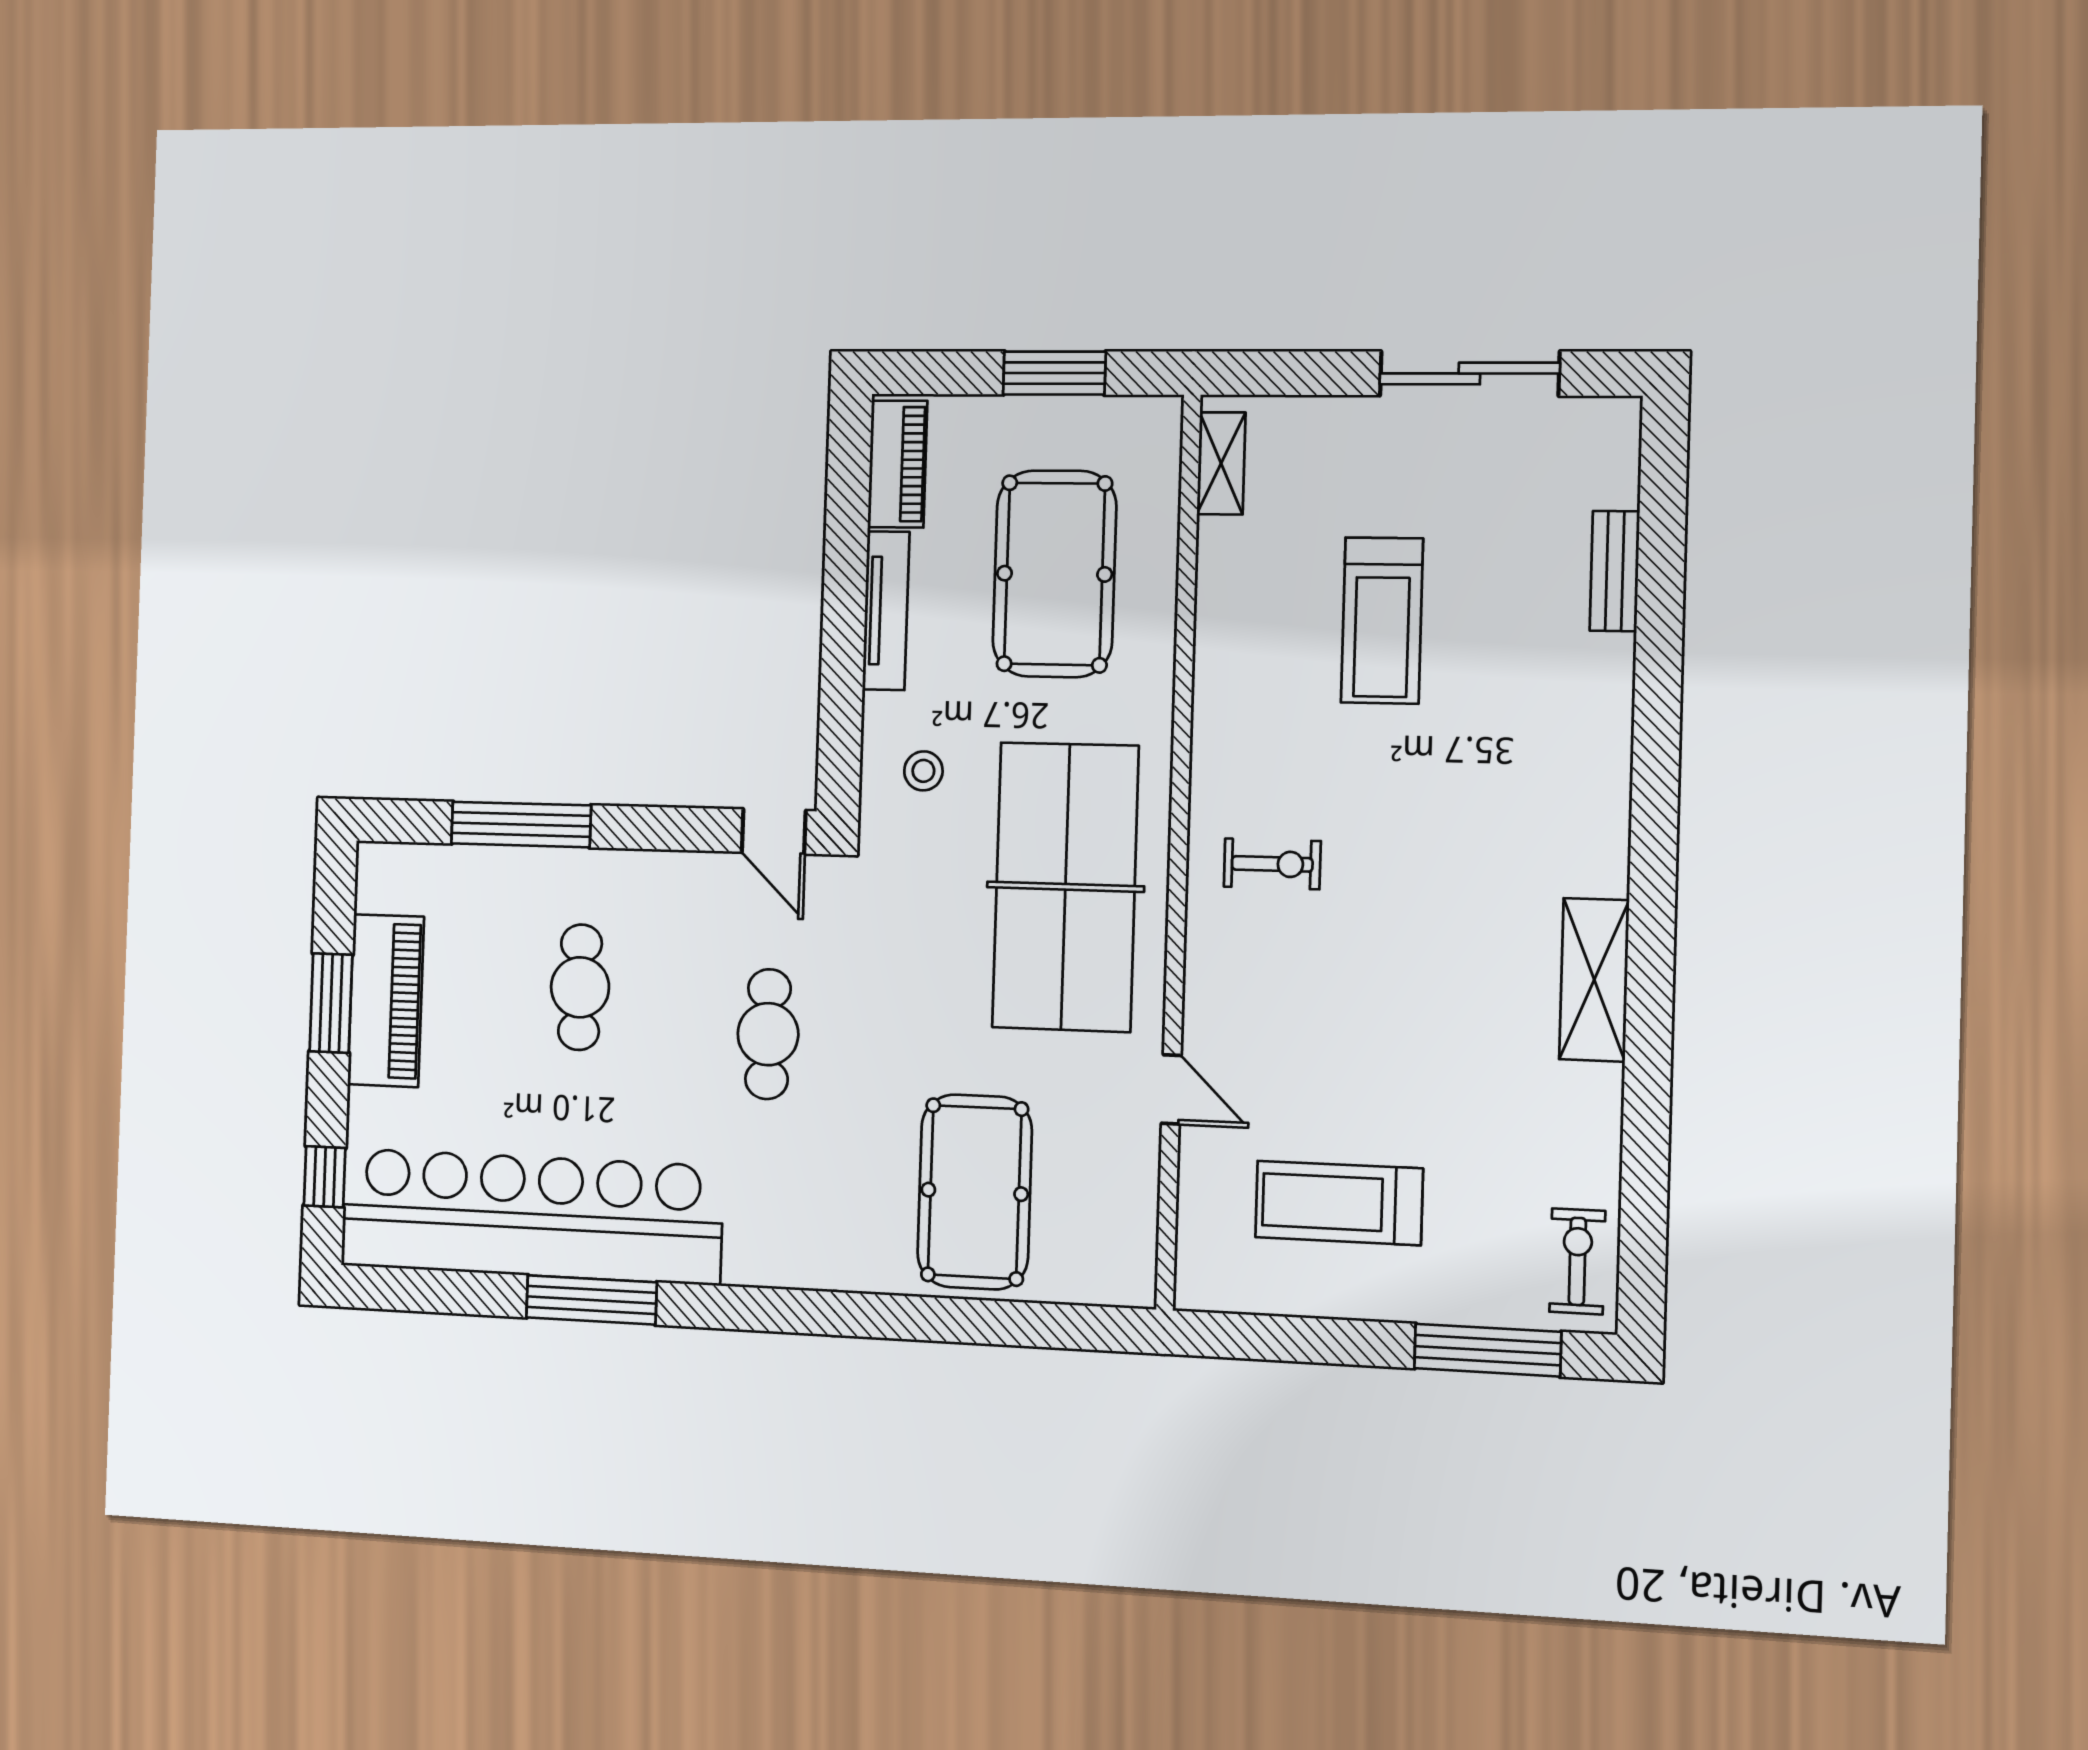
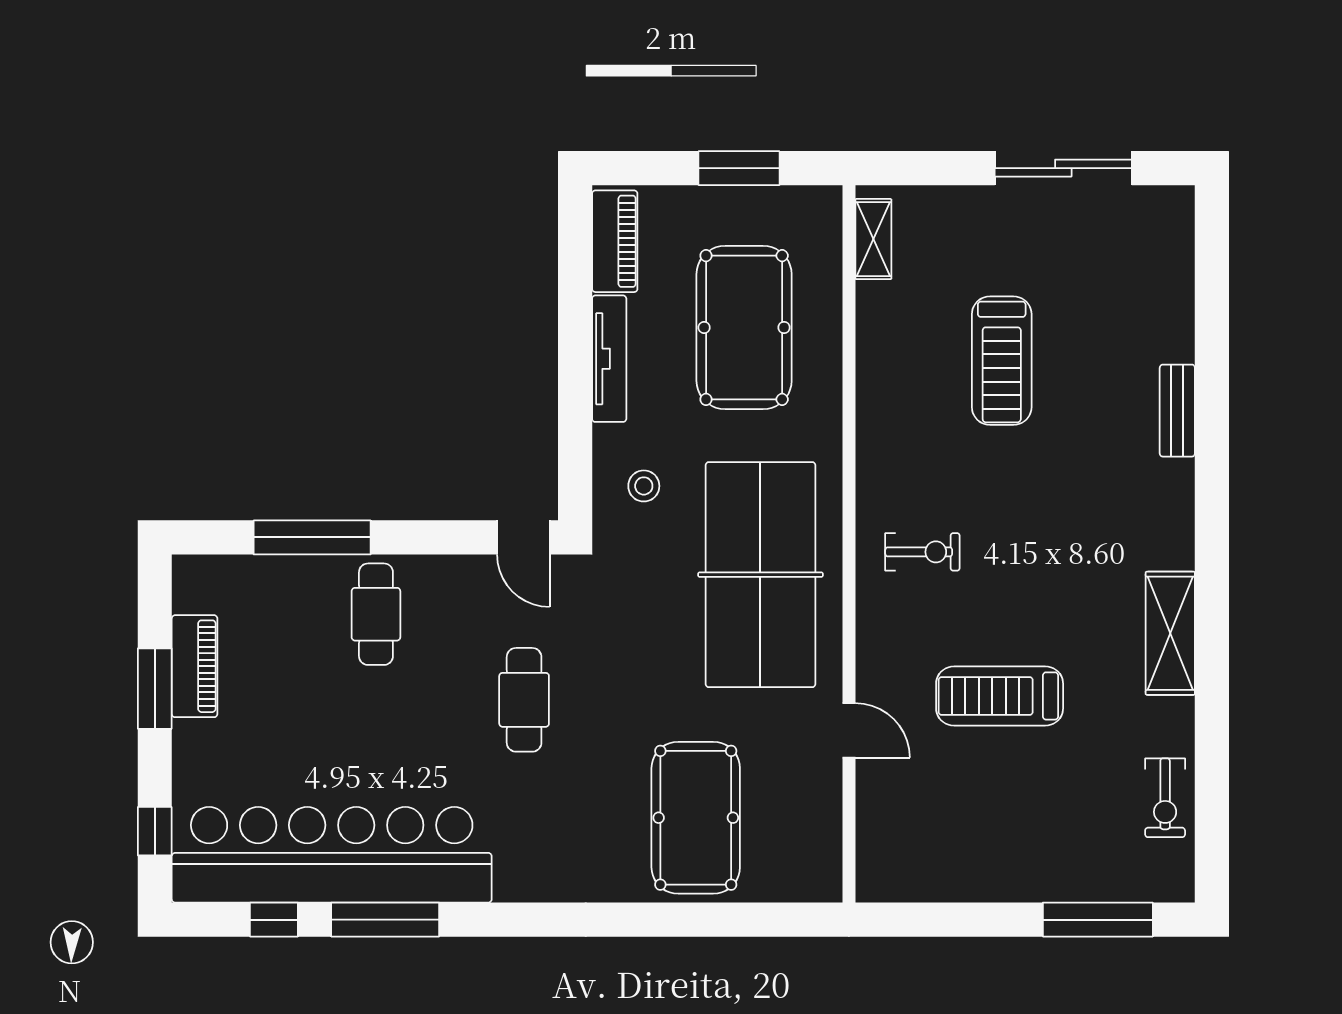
bench: (1615, 571) -> (1177, 411), moved
cafe table: (580, 987) -> (376, 614), moved
piano: (386, 1001) -> (195, 666), width x0.73, depth x0.75
treadmill: (1339, 1203) -> (1000, 696), moved
exercise bike: (1577, 1261) -> (1165, 798), moved, turned 180
window: (460, 1293) -> (274, 920), added

